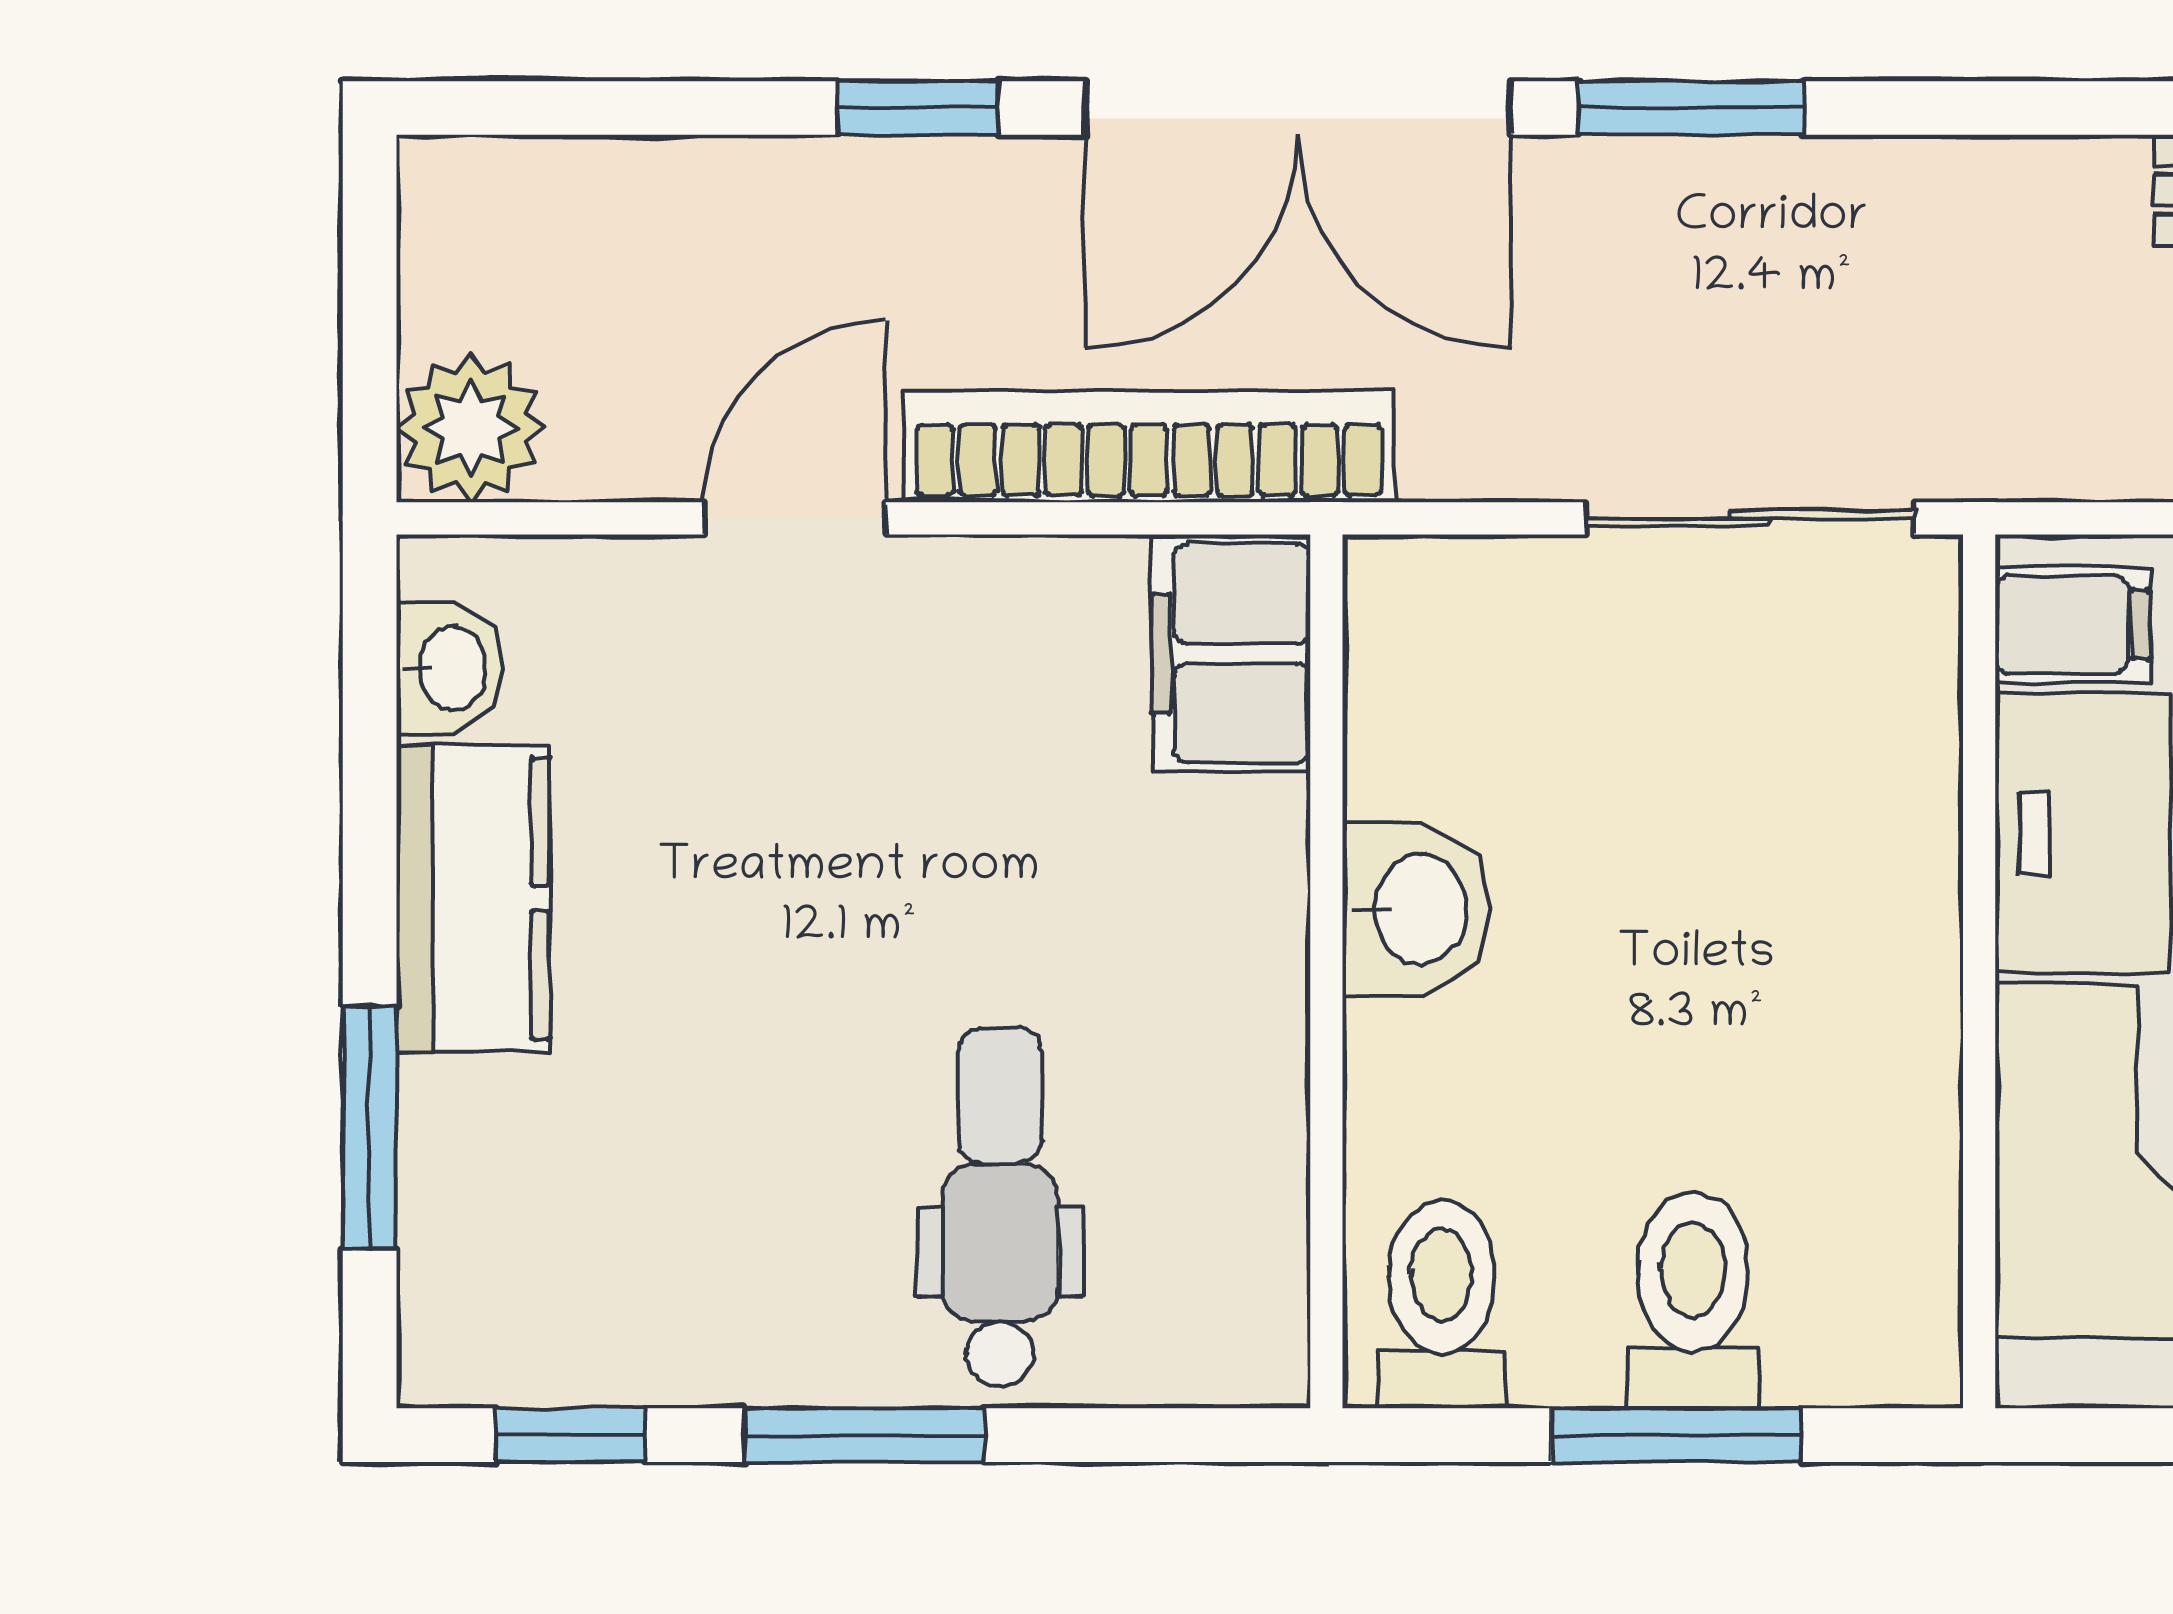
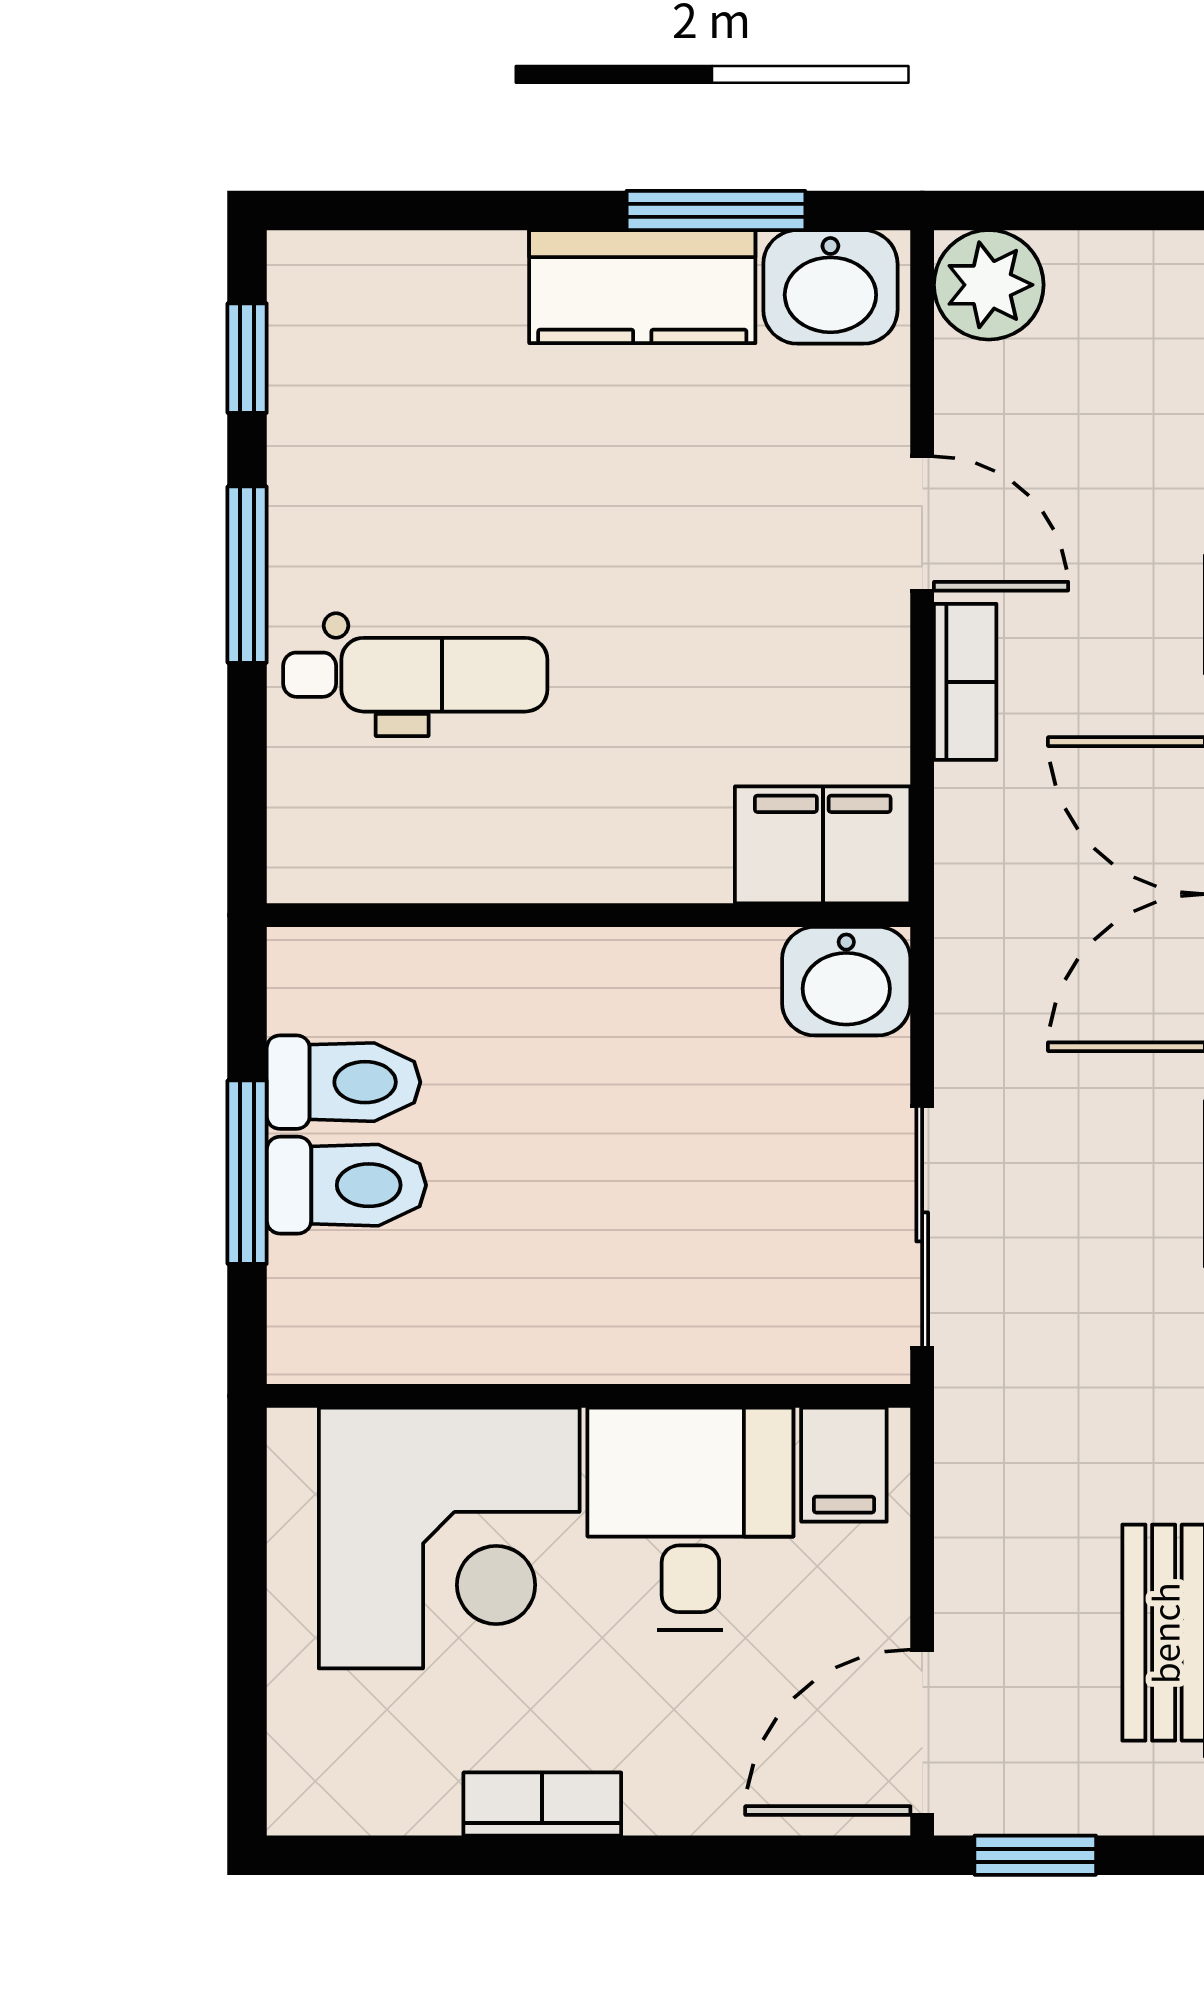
bookcase: (1149, 447) -> (965, 682), width x0.43, depth x0.76
washbasin: (450, 668) -> (830, 287), width x1.38, depth x1.45
washbasin: (1416, 909) -> (846, 981), moved
window: (370, 1128) -> (716, 210), moved
toilet: (1442, 1304) -> (344, 1082), moved

